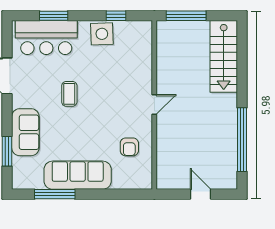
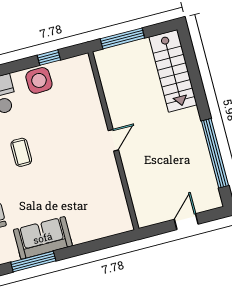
armchair: (129, 147) -> (99, 192), removed
sofa: (78, 175) -> (43, 238), width x0.73
door: (200, 194) -> (186, 222), hinge flipped

